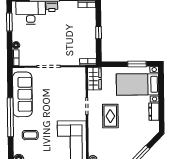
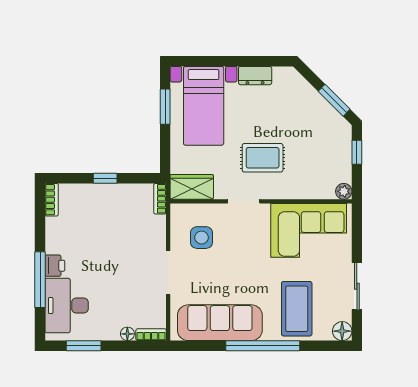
side table: (68, 84) -> (202, 238), added
coffee table: (30, 135) -> (297, 309), width x1.86, depth x1.72

